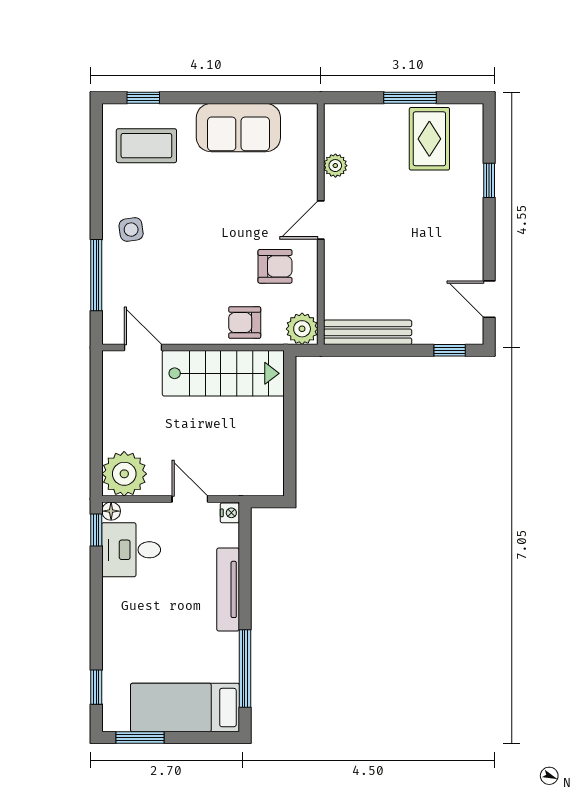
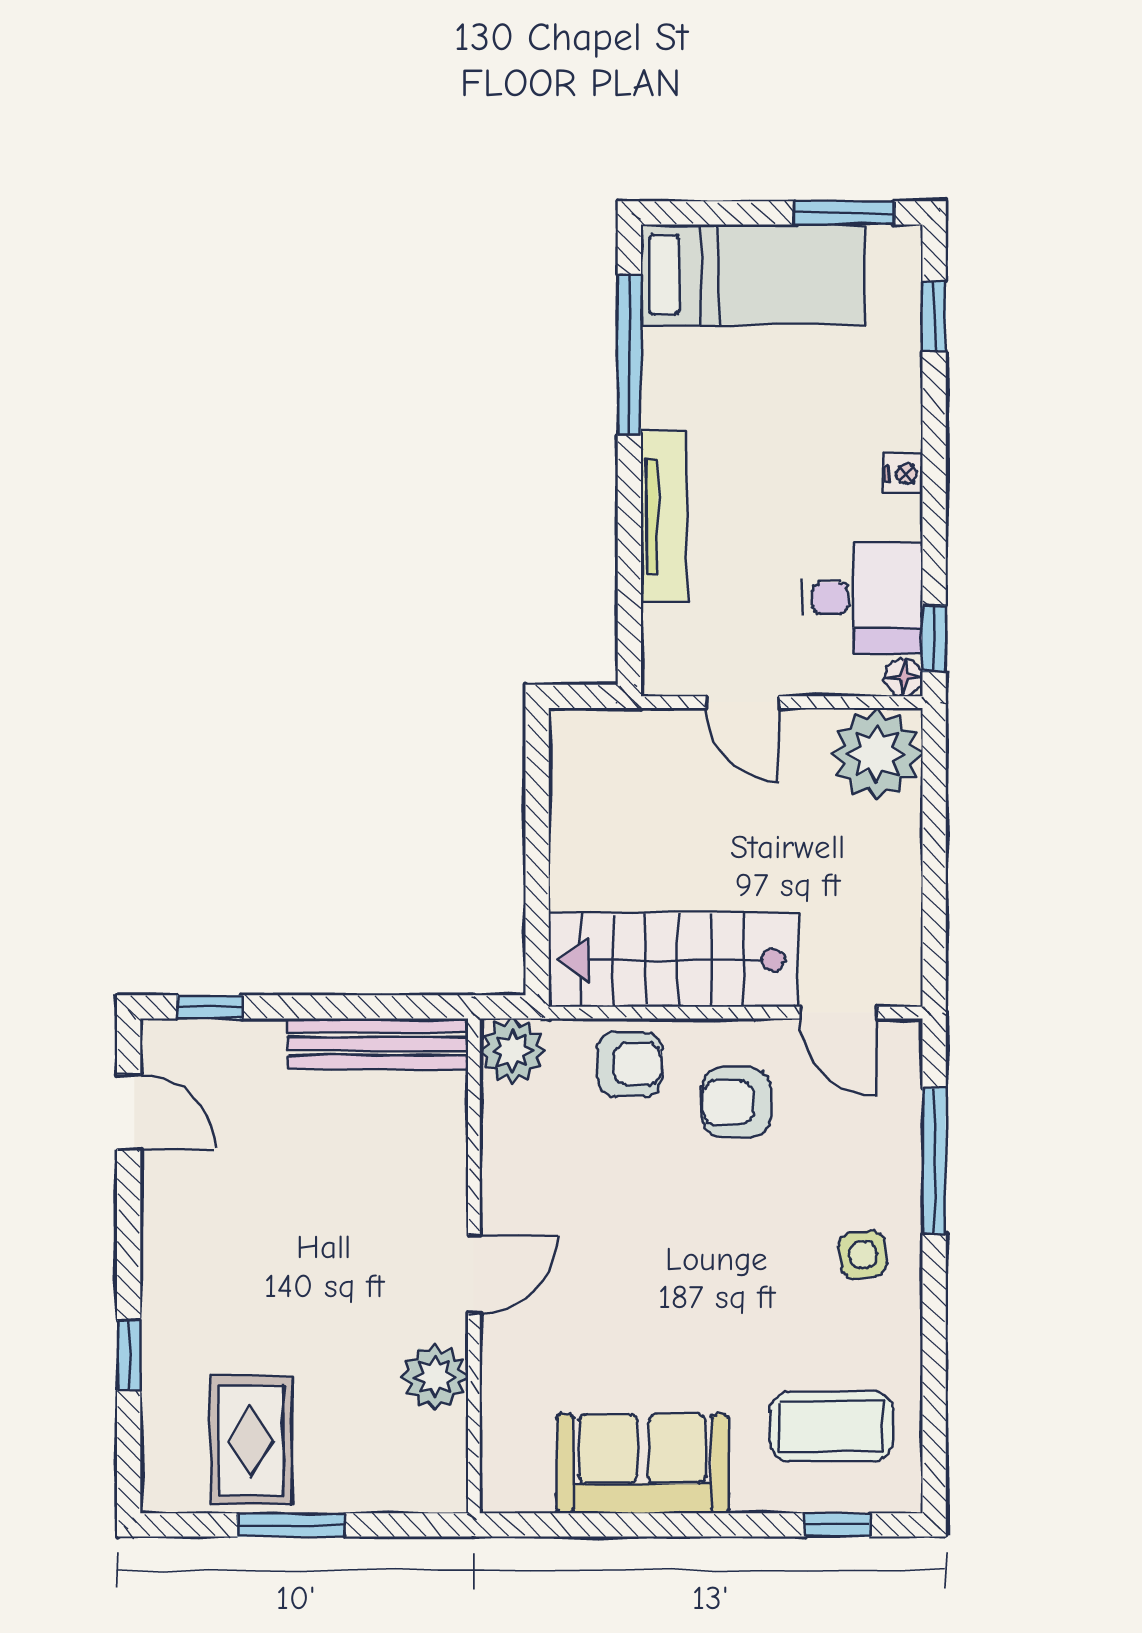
plant: (335, 166) -> (435, 1377), width x1.38, depth x1.38
armchair: (275, 266) -> (736, 1102), moved
nightstand: (230, 513) -> (903, 474), moved, turned 180

